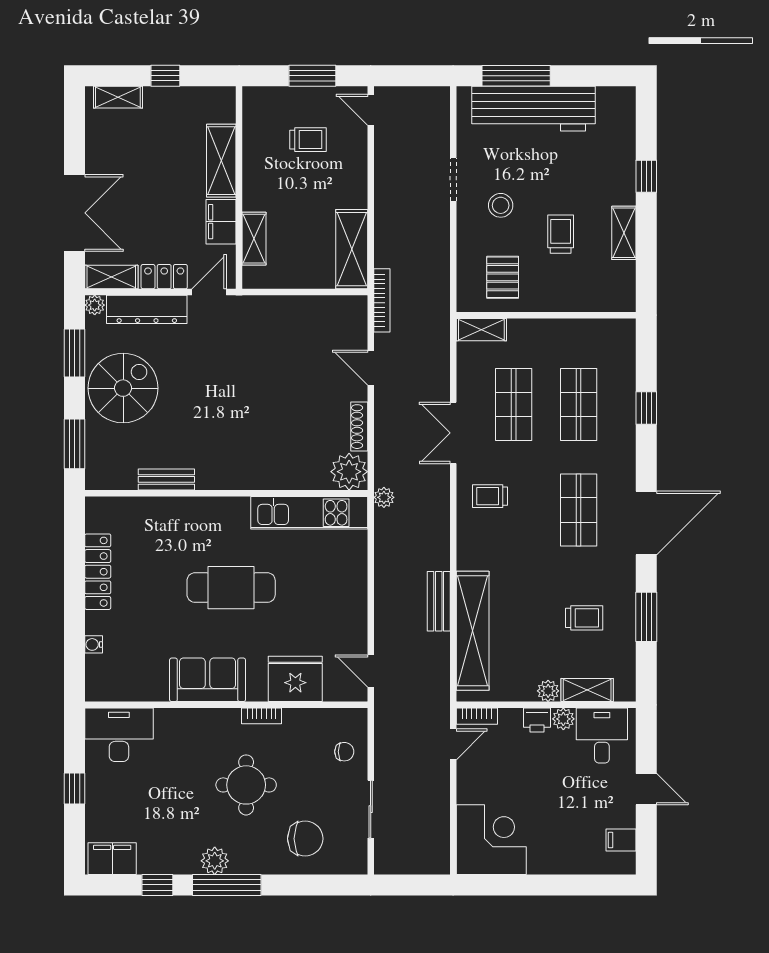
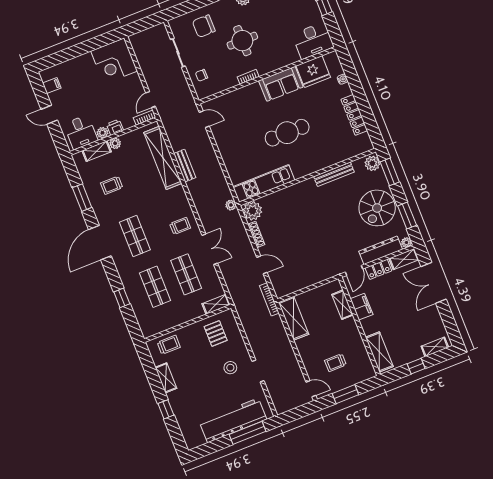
shelving: (221, 161) -> (379, 352), moved
trolley: (561, 234) -> (169, 345), moved, turned -90
plant: (100, 472) -> (372, 163), added
bench: (166, 479) -> (334, 174), width x1.36
fridge: (295, 679) -> (313, 72), moved

